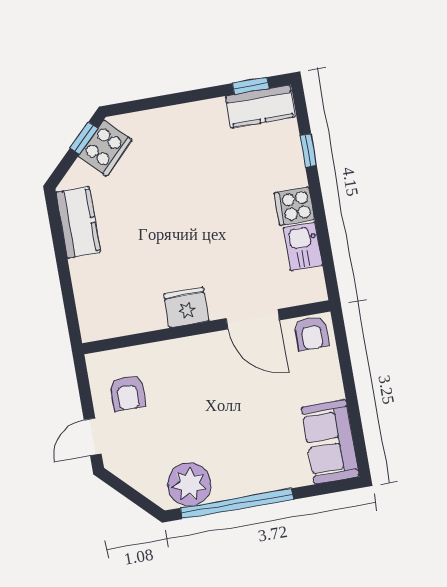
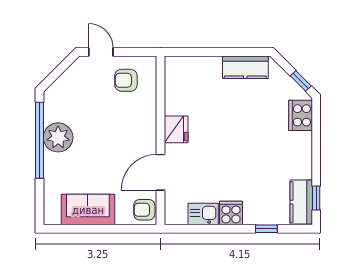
cooker: (105, 148) -> (301, 115), moved, turned 45
sofa: (330, 442) -> (88, 210), moved
plant: (189, 484) -> (58, 137), moved

